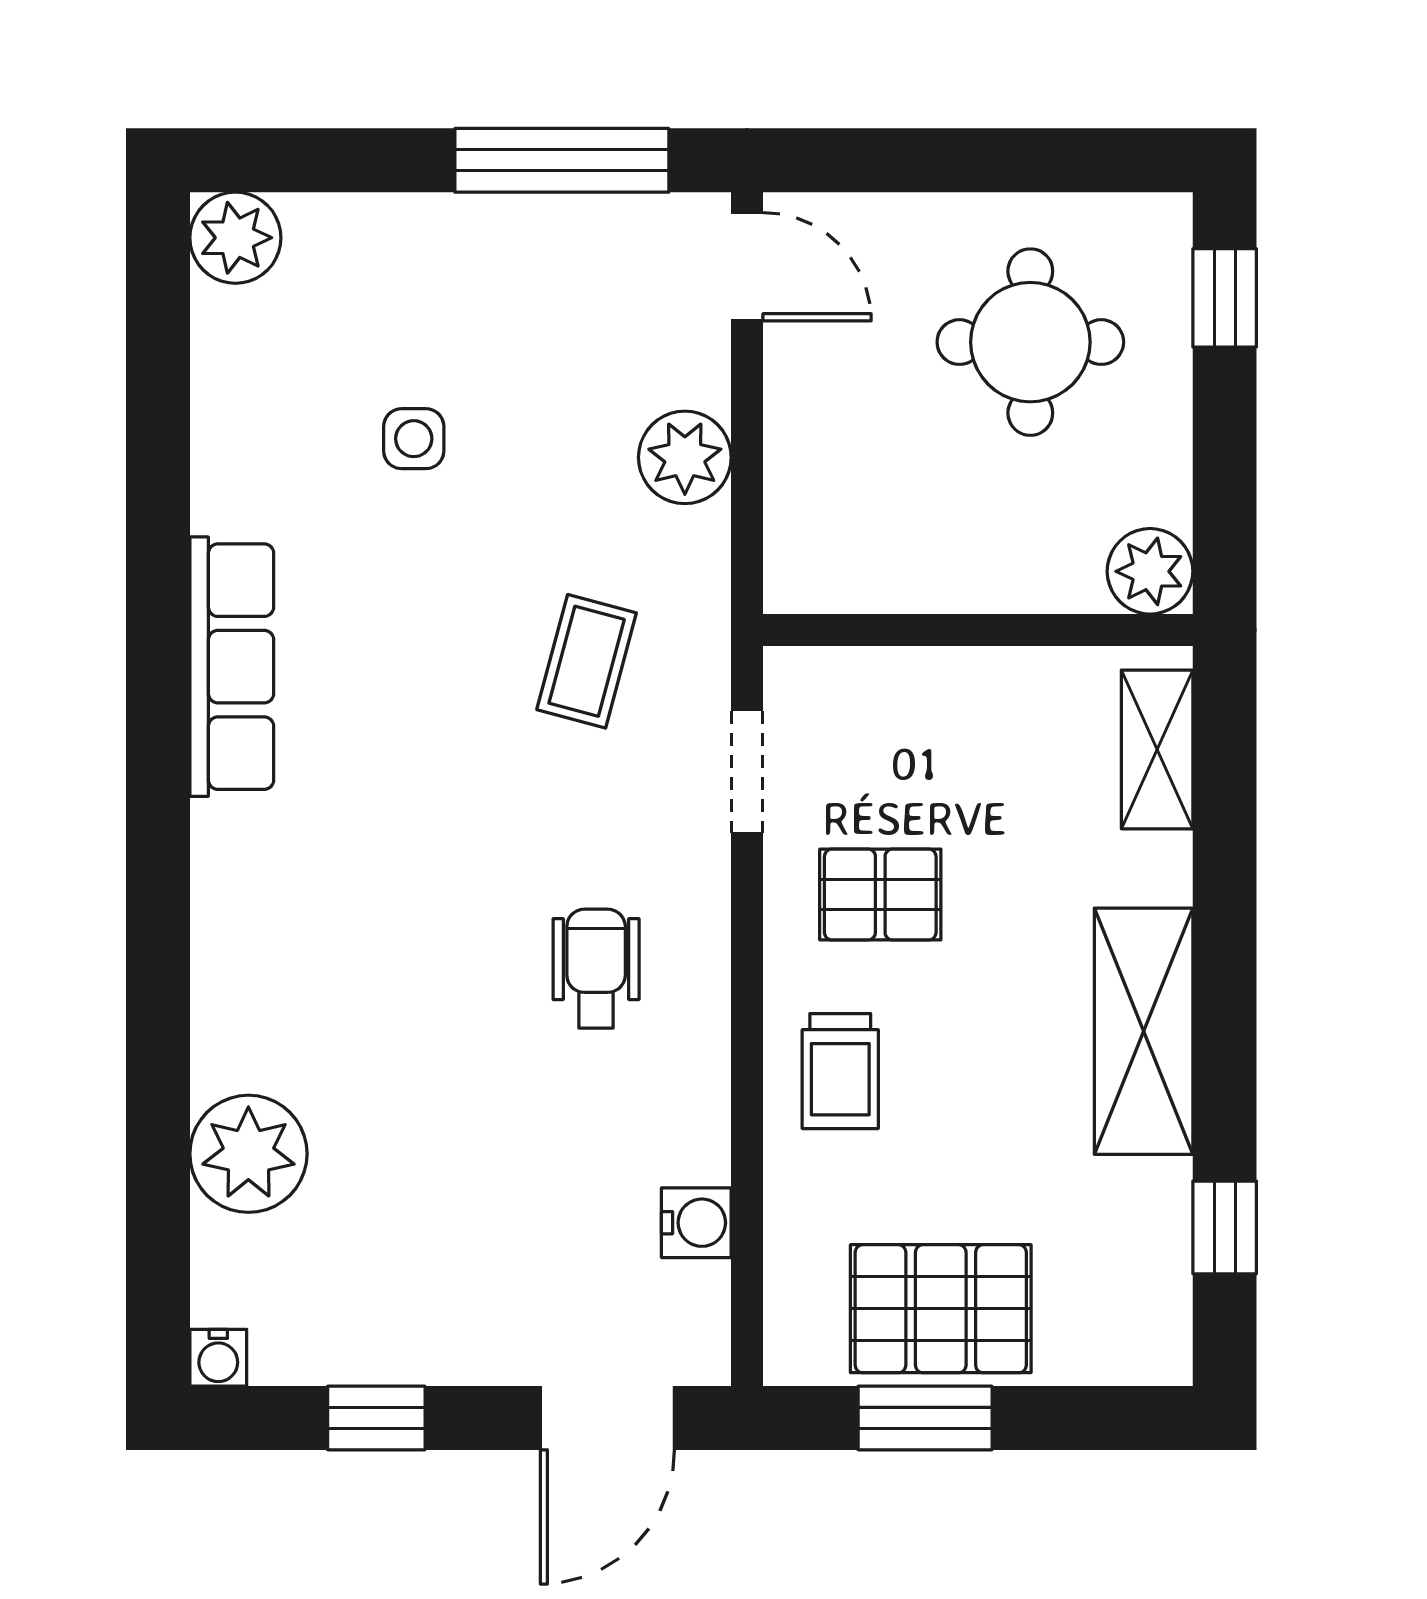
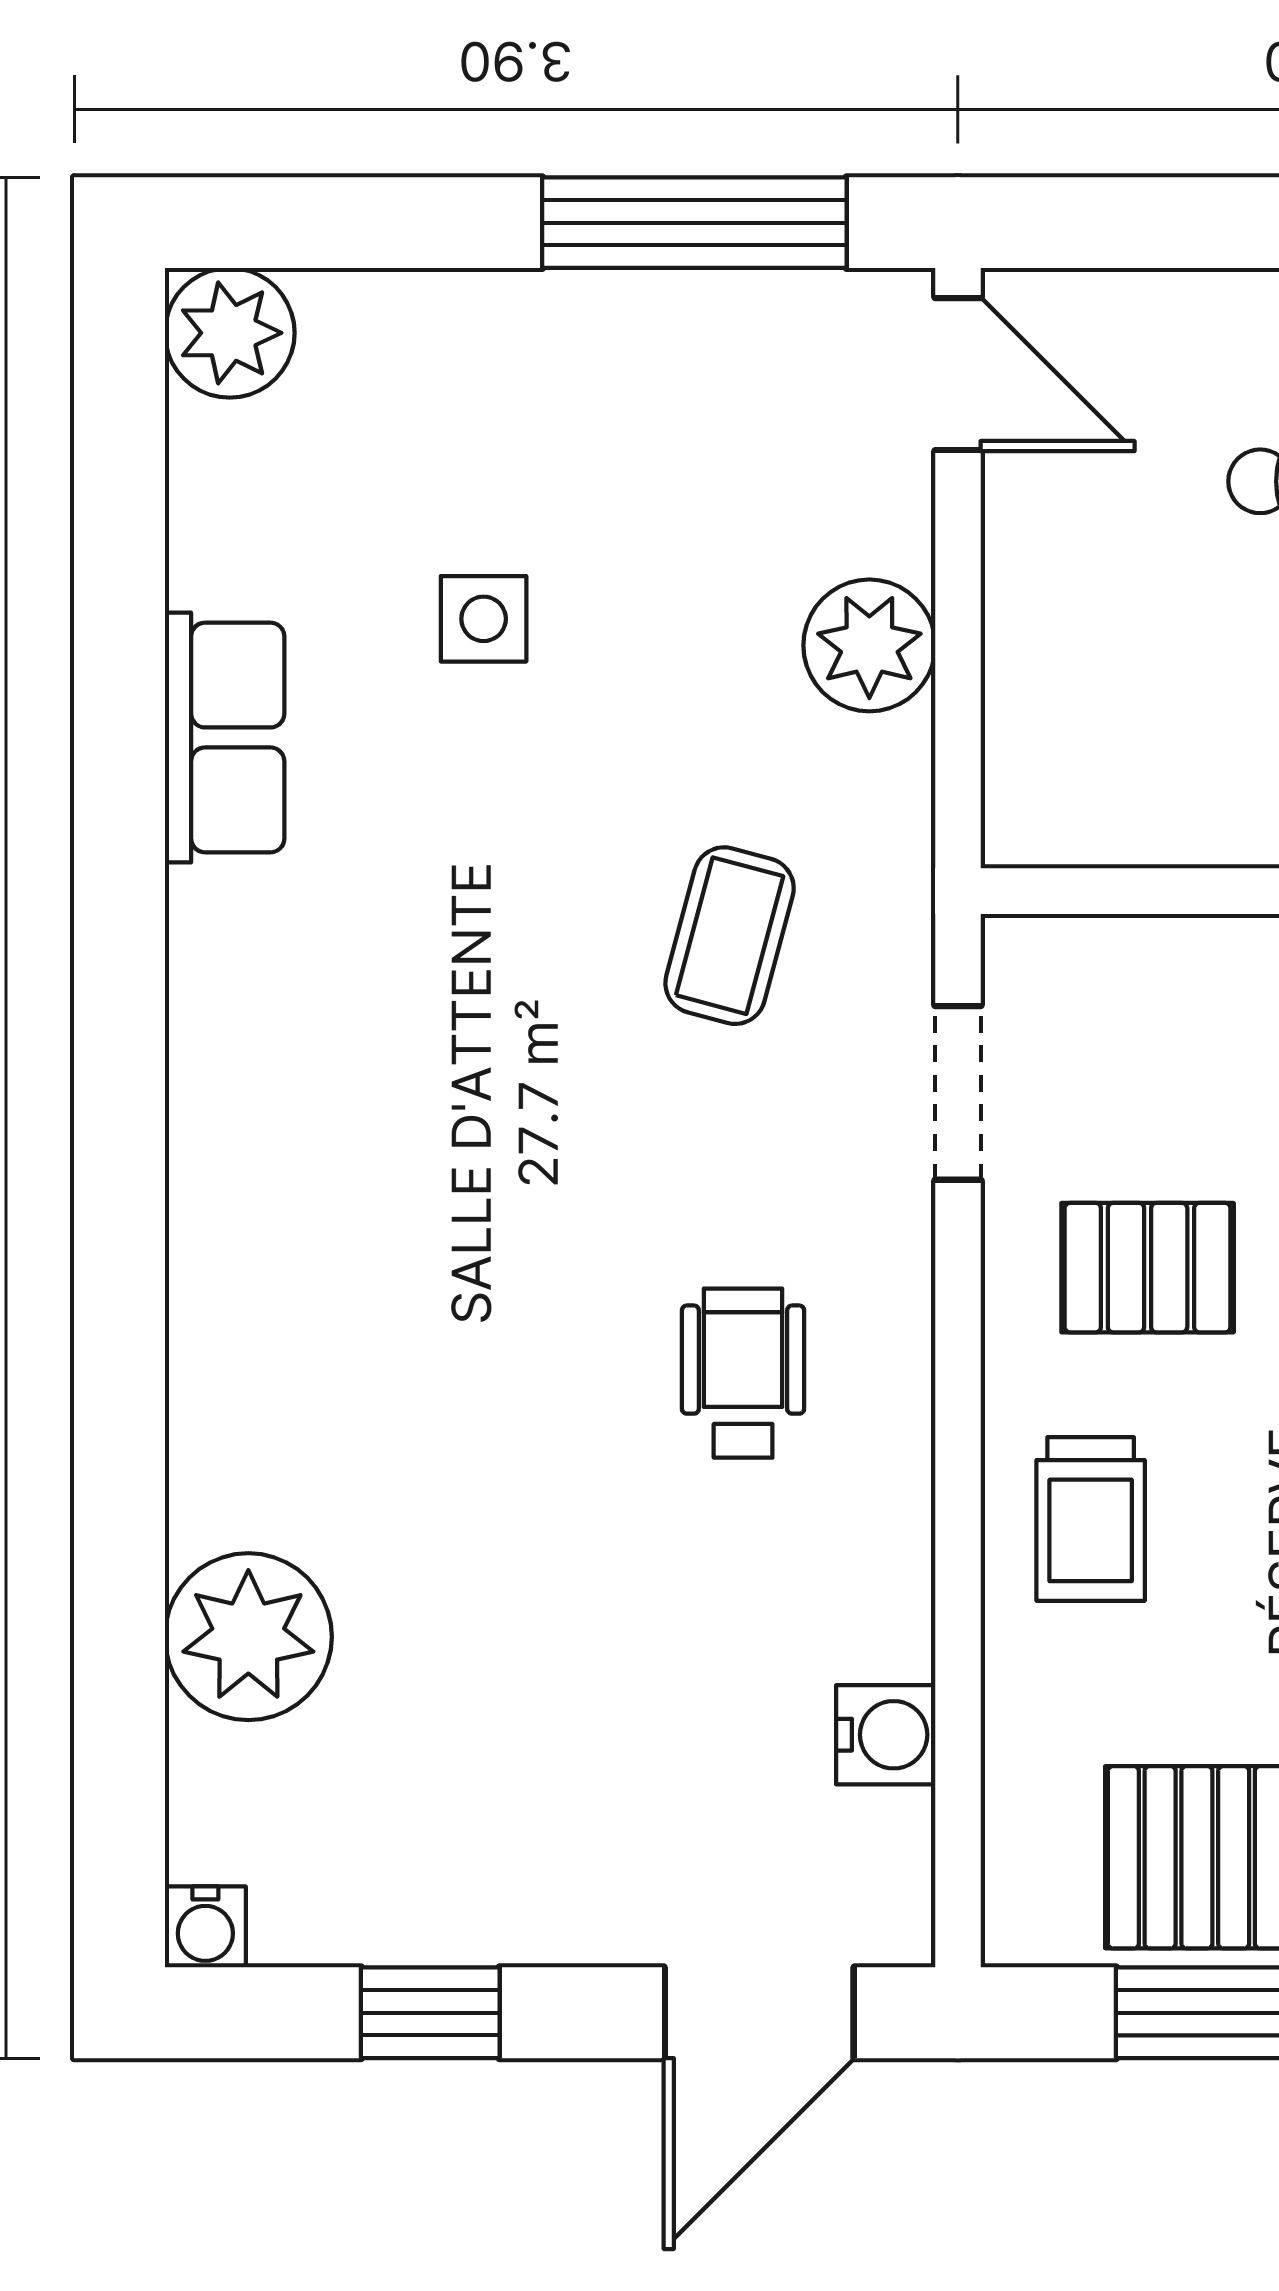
row of seats: (232, 667) -> (225, 737), moved, width x0.68

